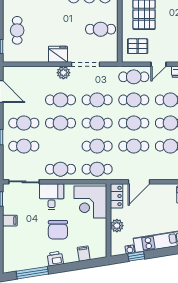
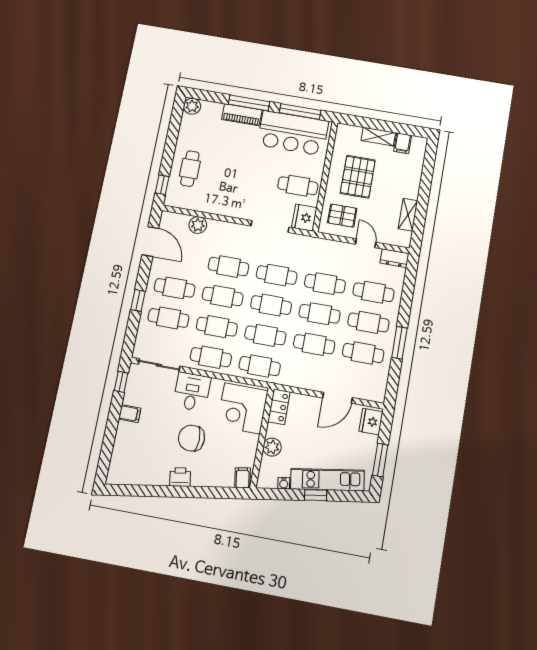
fridge: (58, 54) -> (304, 218), moved, turned -90
door: (159, 64) -> (366, 243), swing flipped
plant: (63, 73) -> (198, 225), moved
cafe table: (134, 77) -> (217, 327), moved
door: (139, 182) -> (338, 398), moved
chair: (58, 230) -> (191, 438), turned 90
filing cabinet: (84, 254) -> (243, 478), moved
window: (136, 256) -> (316, 495), moved
window: (32, 273) -> (145, 491), removed

